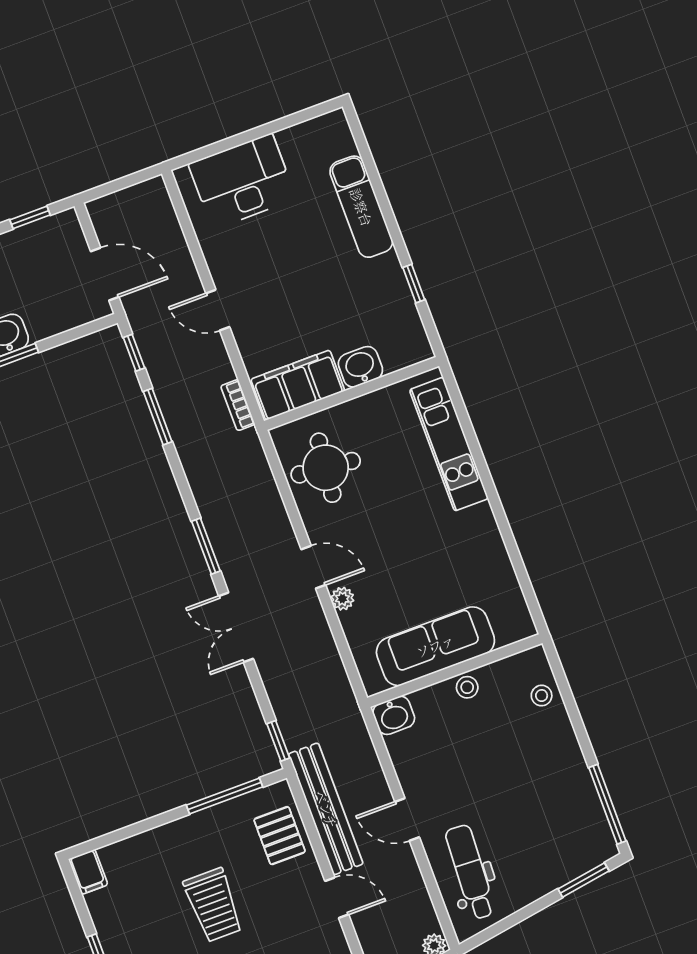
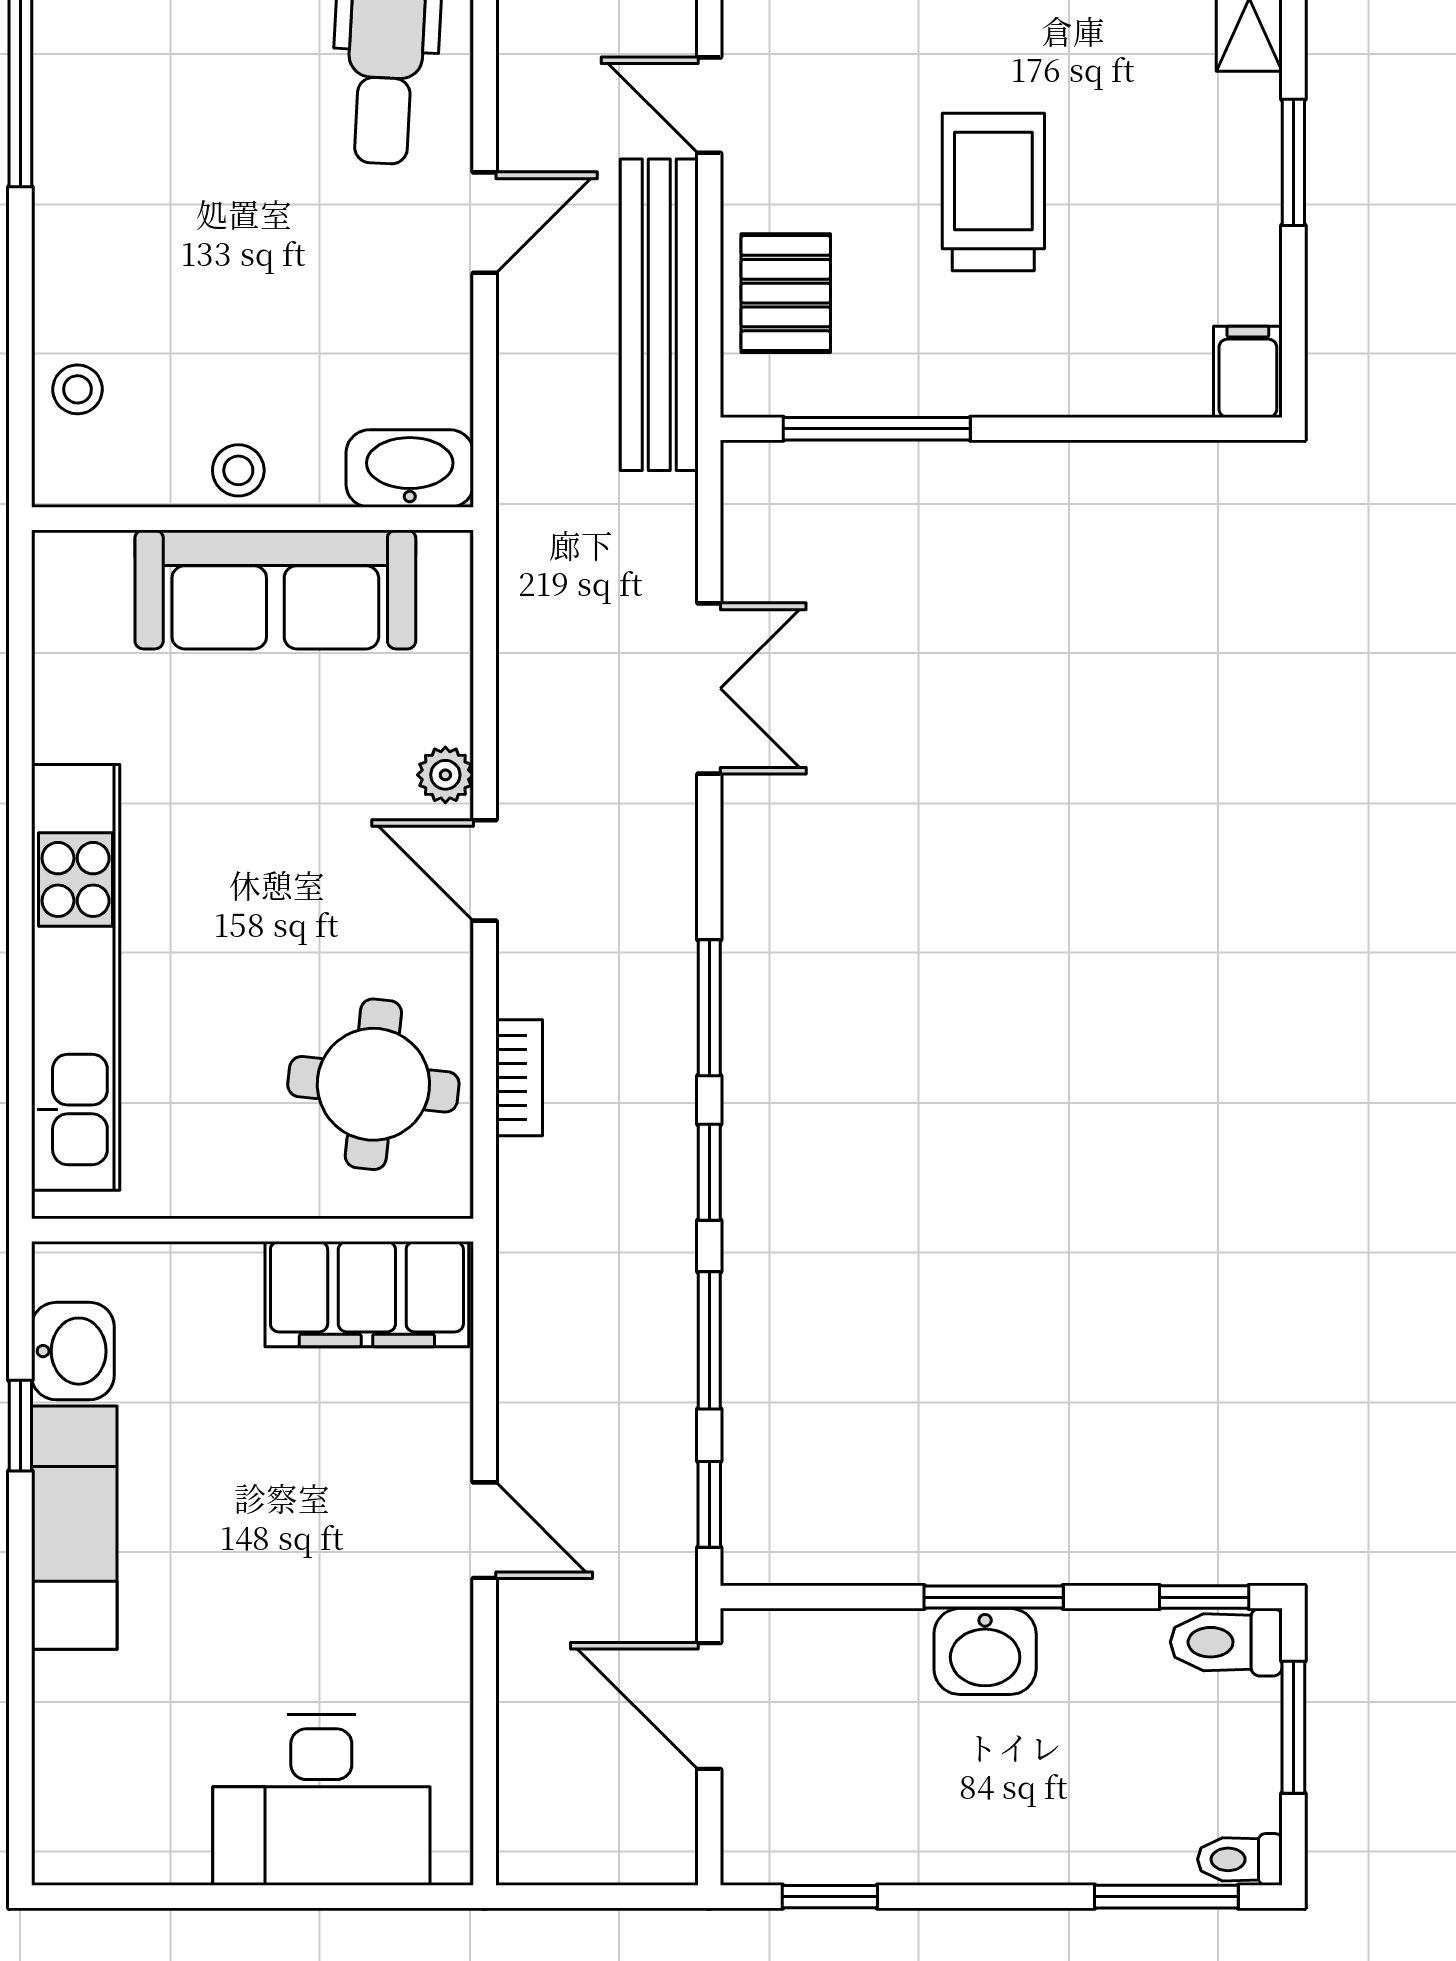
exam couch: (361, 207) -> (74, 1528), moved
washbasin: (360, 367) -> (73, 1351), moved, turned -90
bookcase: (238, 405) -> (519, 1078), moved
kitchen unit: (449, 444) -> (76, 977), width x1.36
double door: (236, 627) -> (709, 688), moved
washbasin: (394, 715) -> (410, 469), width x1.38
window: (278, 741) -> (709, 1172), moved
door: (407, 819) -> (485, 223), hinge flipped

